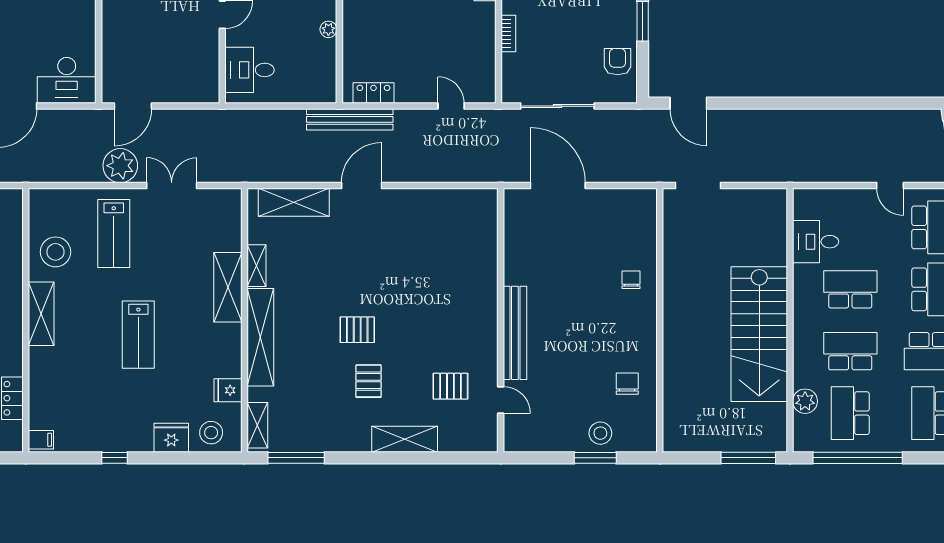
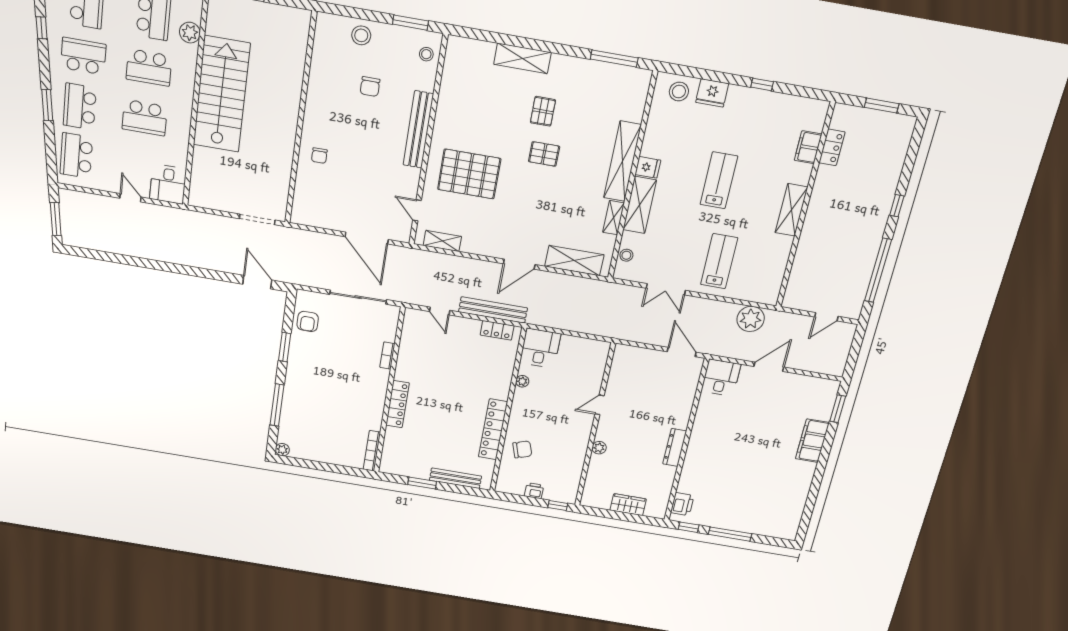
desk: (250, 70) -> (540, 348), moved, turned -90
desk: (67, 80) -> (721, 378), width x0.73
door: (133, 106) -> (682, 352), hinge flipped
bench: (350, 119) -> (493, 310), moved
plant: (120, 166) -> (751, 319), moved
door: (890, 186) -> (130, 198), moved
desk: (816, 242) -> (168, 184), moved, turned 90
stool: (55, 252) -> (626, 255), moved, width x0.53, depth x0.53
chair: (627, 384) -> (370, 87), moved
pallet: (450, 386) -> (469, 174), moved, width x2.05, depth x2.00
fridge: (228, 390) -> (648, 167), moved
door: (501, 400) -> (417, 210), moved
stool: (520, 424) -> (426, 54), added
shelving: (257, 425) -> (442, 241), moved, turned 90
filing cabinet: (41, 440) -> (808, 147), moved, width x2.00
window: (595, 458) -> (410, 23), moved

